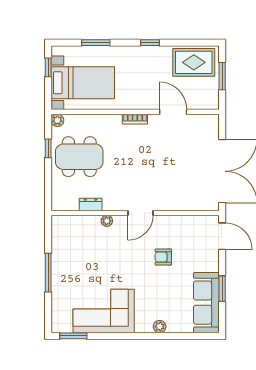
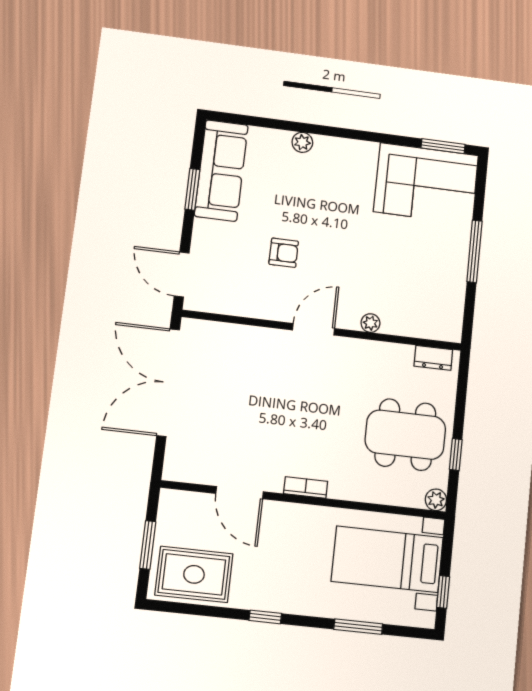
dresser: (91, 204) -> (433, 358), moved
corner sofa: (104, 311) -> (426, 183), moved

